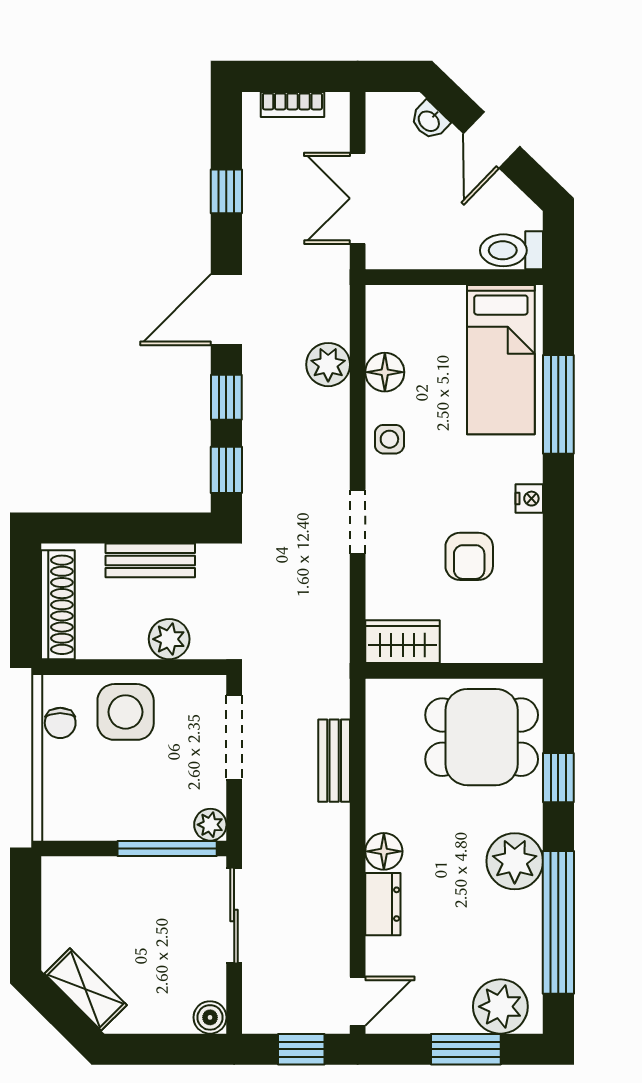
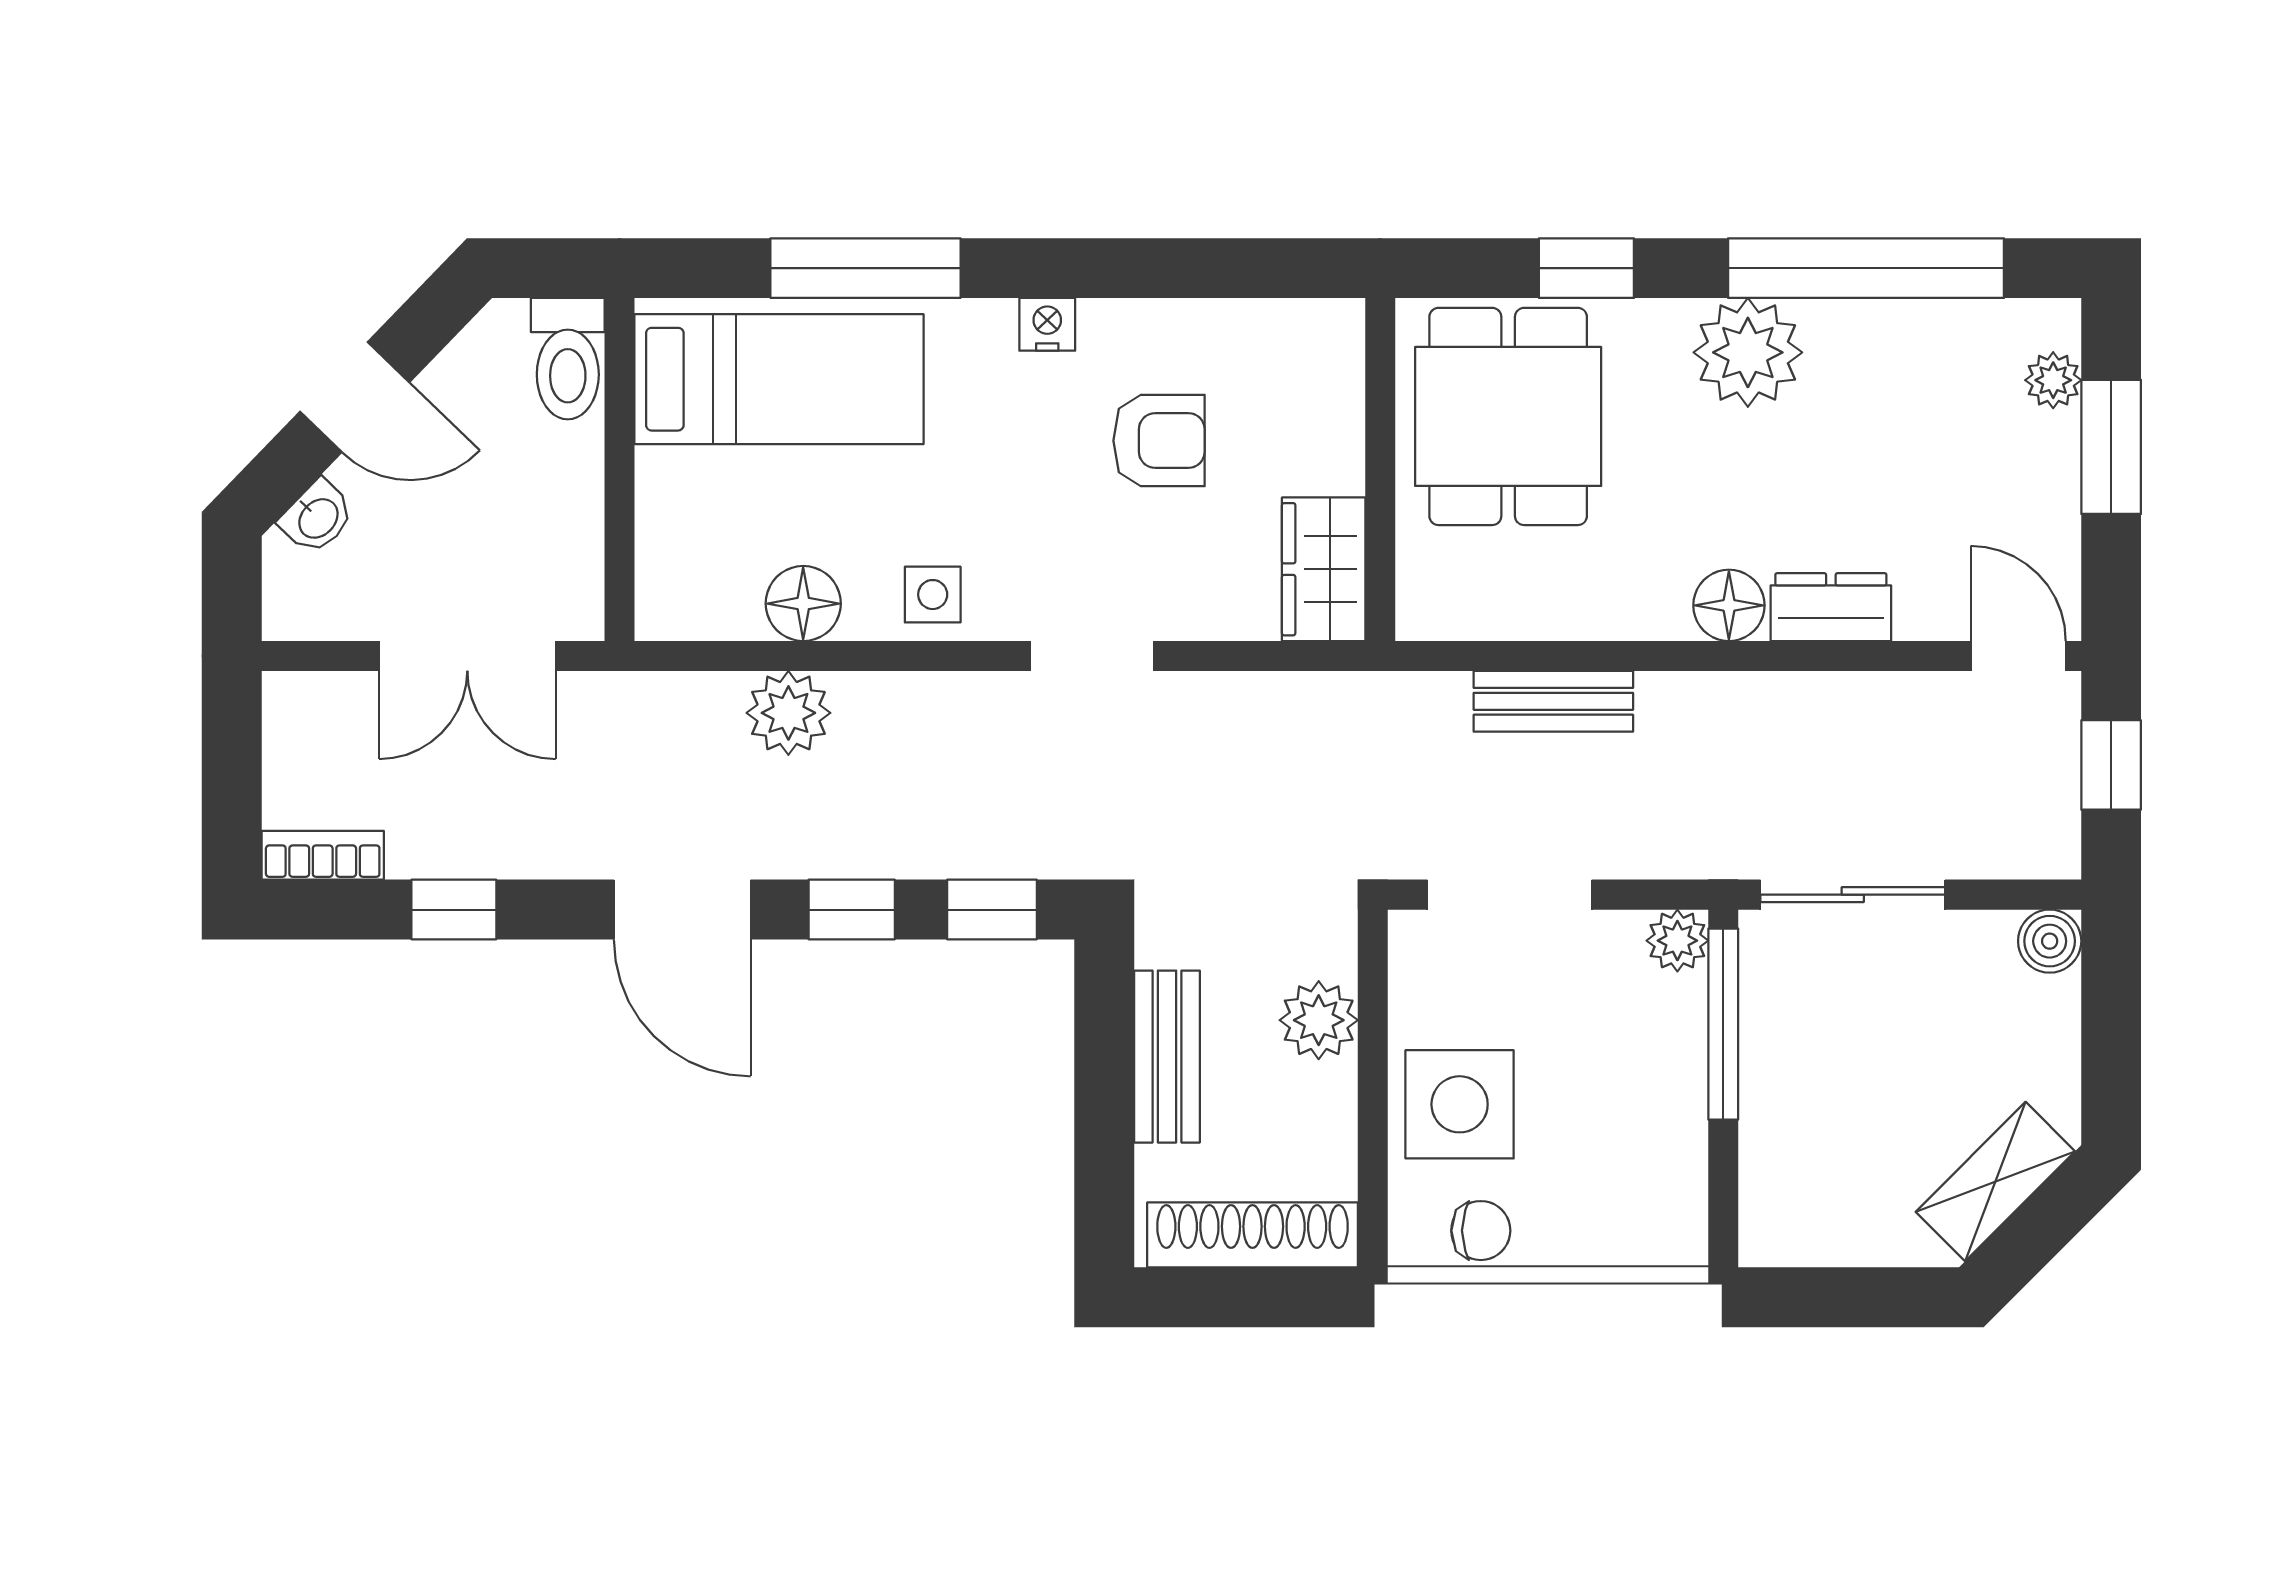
bookcase: (292, 104) -> (323, 855), moved, turned -90
plant: (500, 1007) -> (2053, 380), width x0.53, depth x0.53

